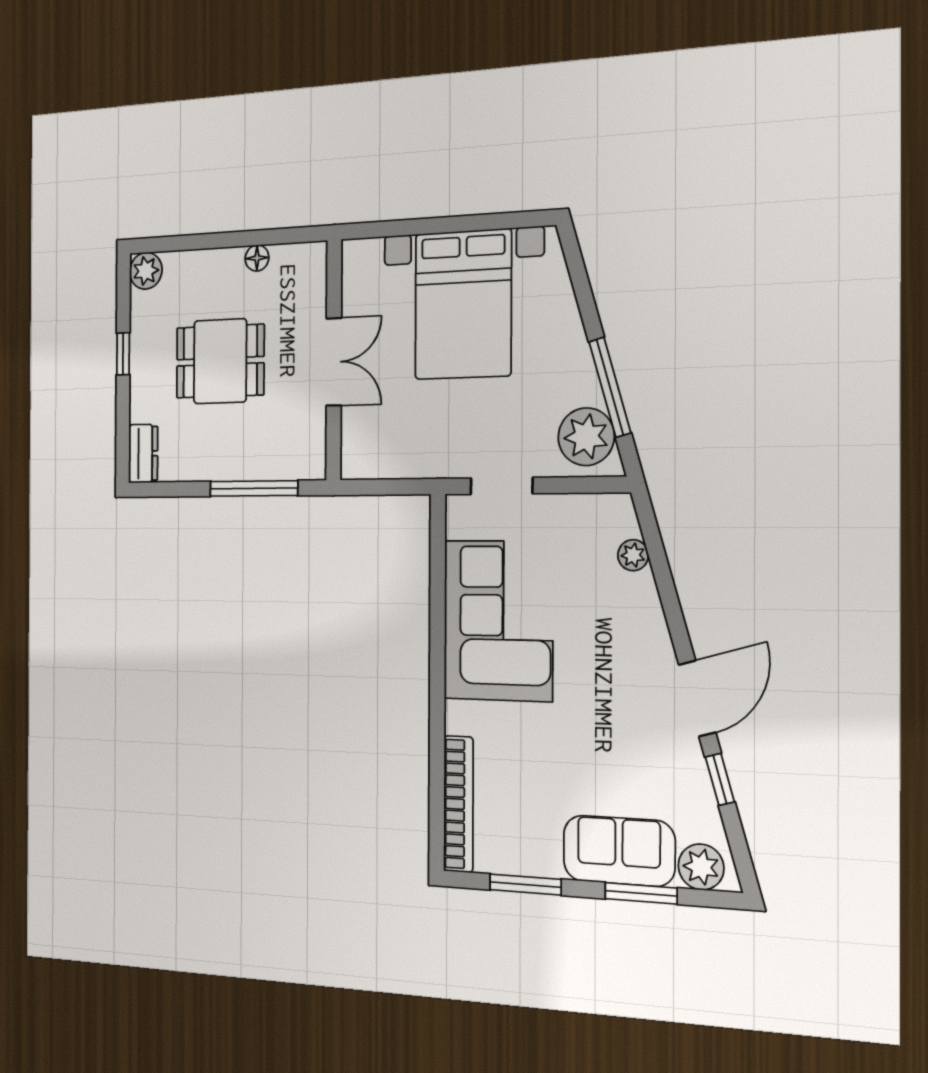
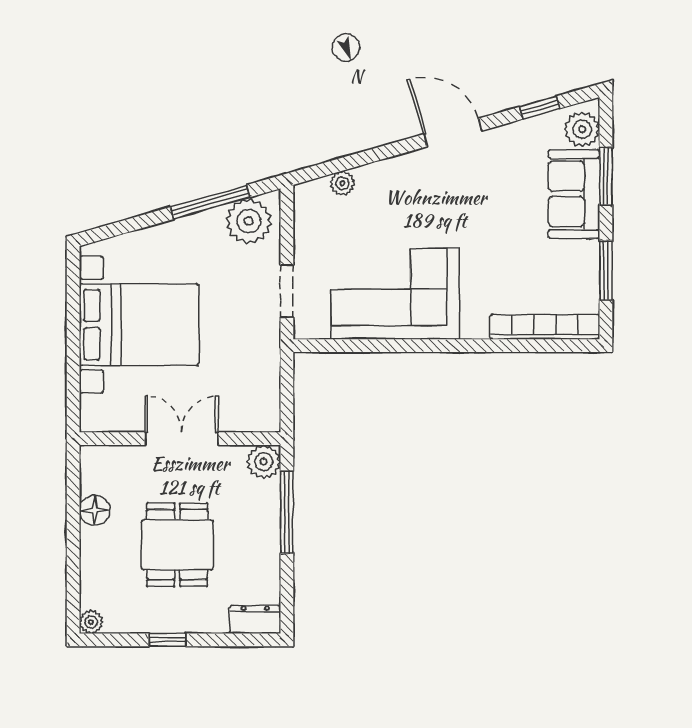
floor lamp: (257, 258) -> (95, 510), width x1.37, depth x1.37
plant: (146, 271) -> (91, 622), width x0.73, depth x0.73
plant: (308, 460) -> (264, 462), added
window: (720, 779) -> (540, 108), moved

